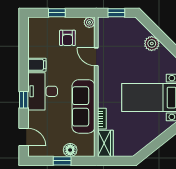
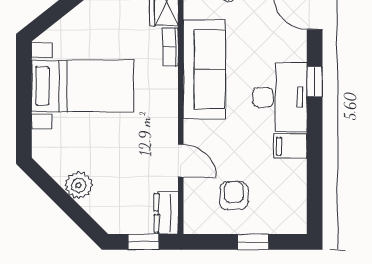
plant: (89, 22) -> (193, 224), removed
dresser: (104, 29) -> (166, 213), added

